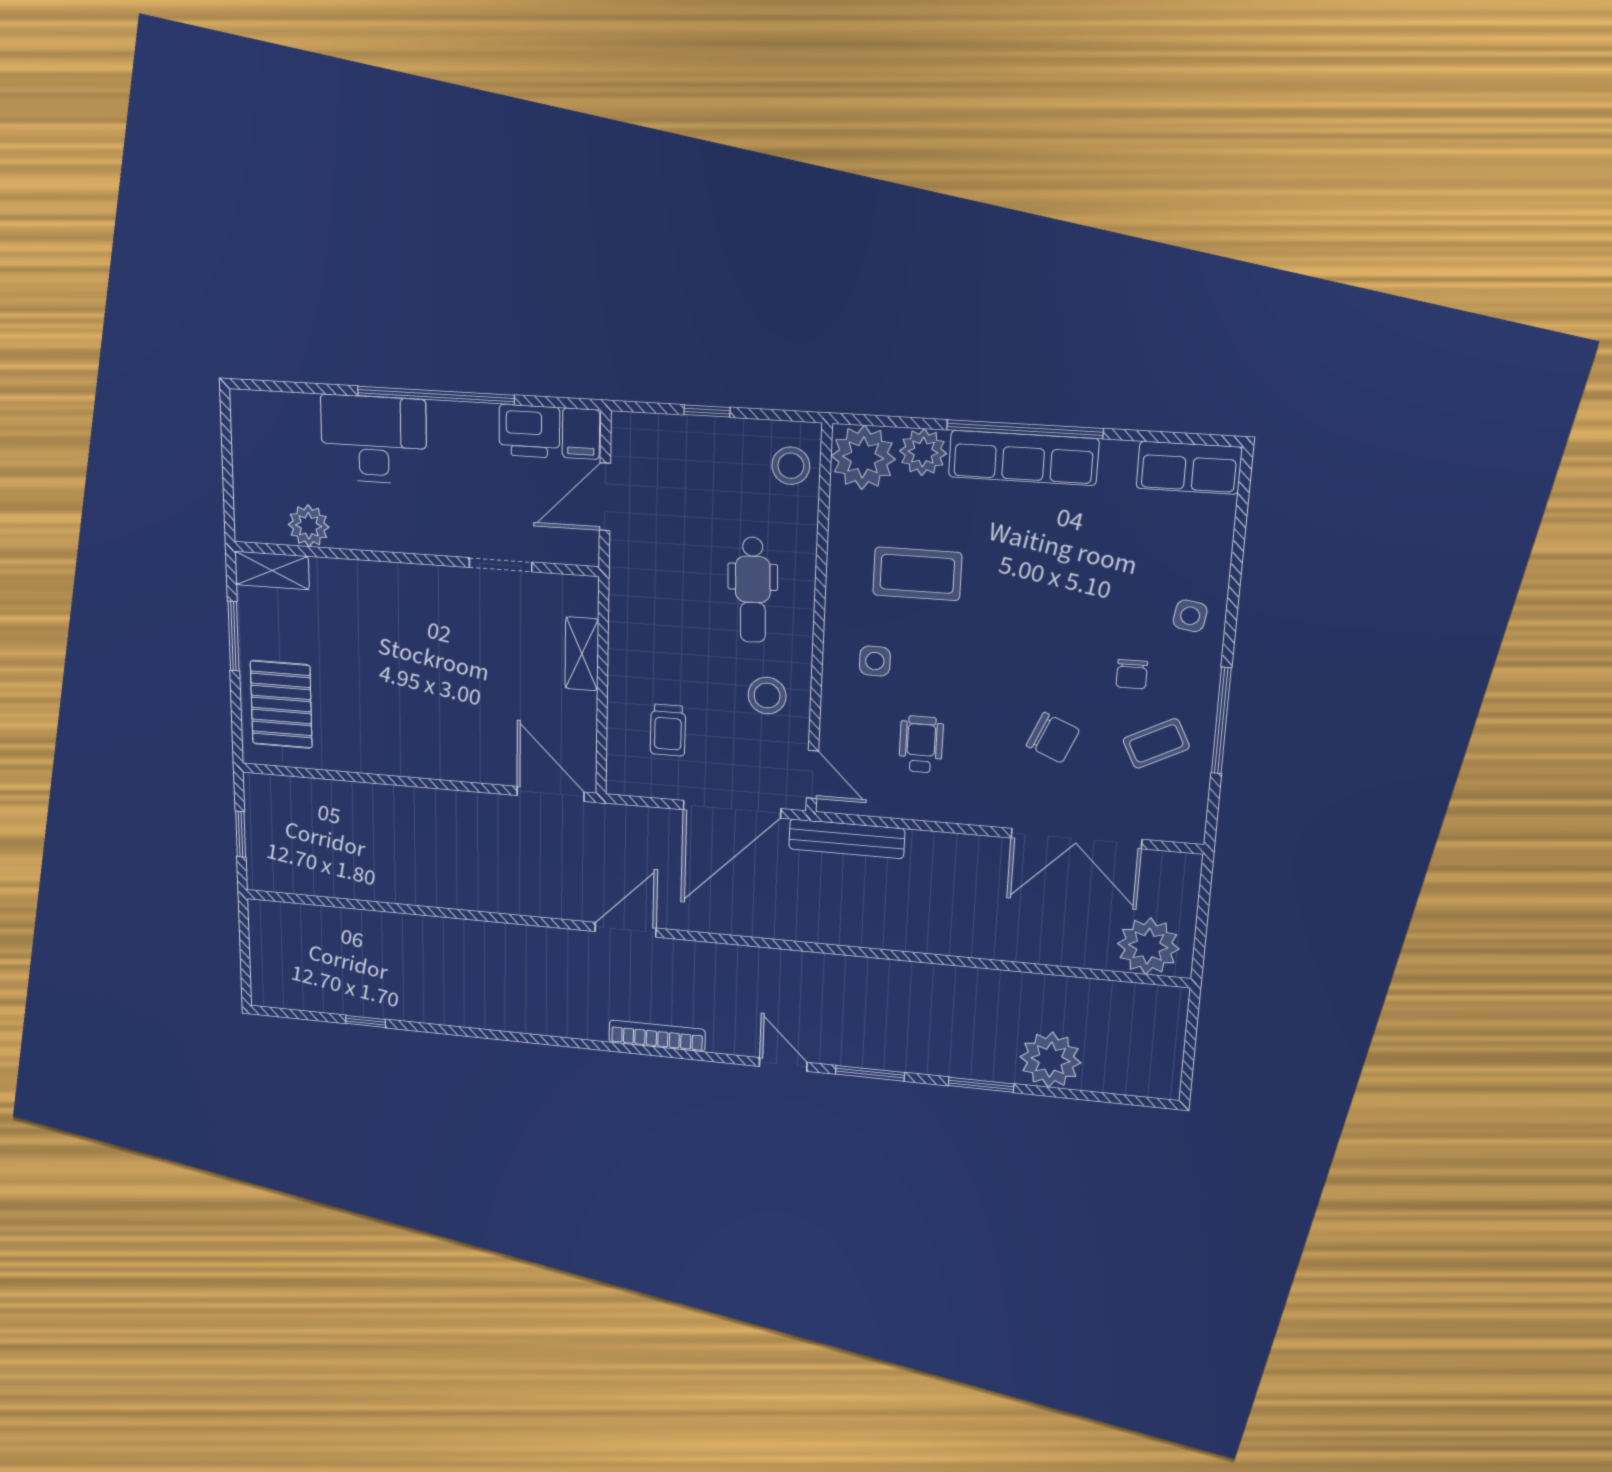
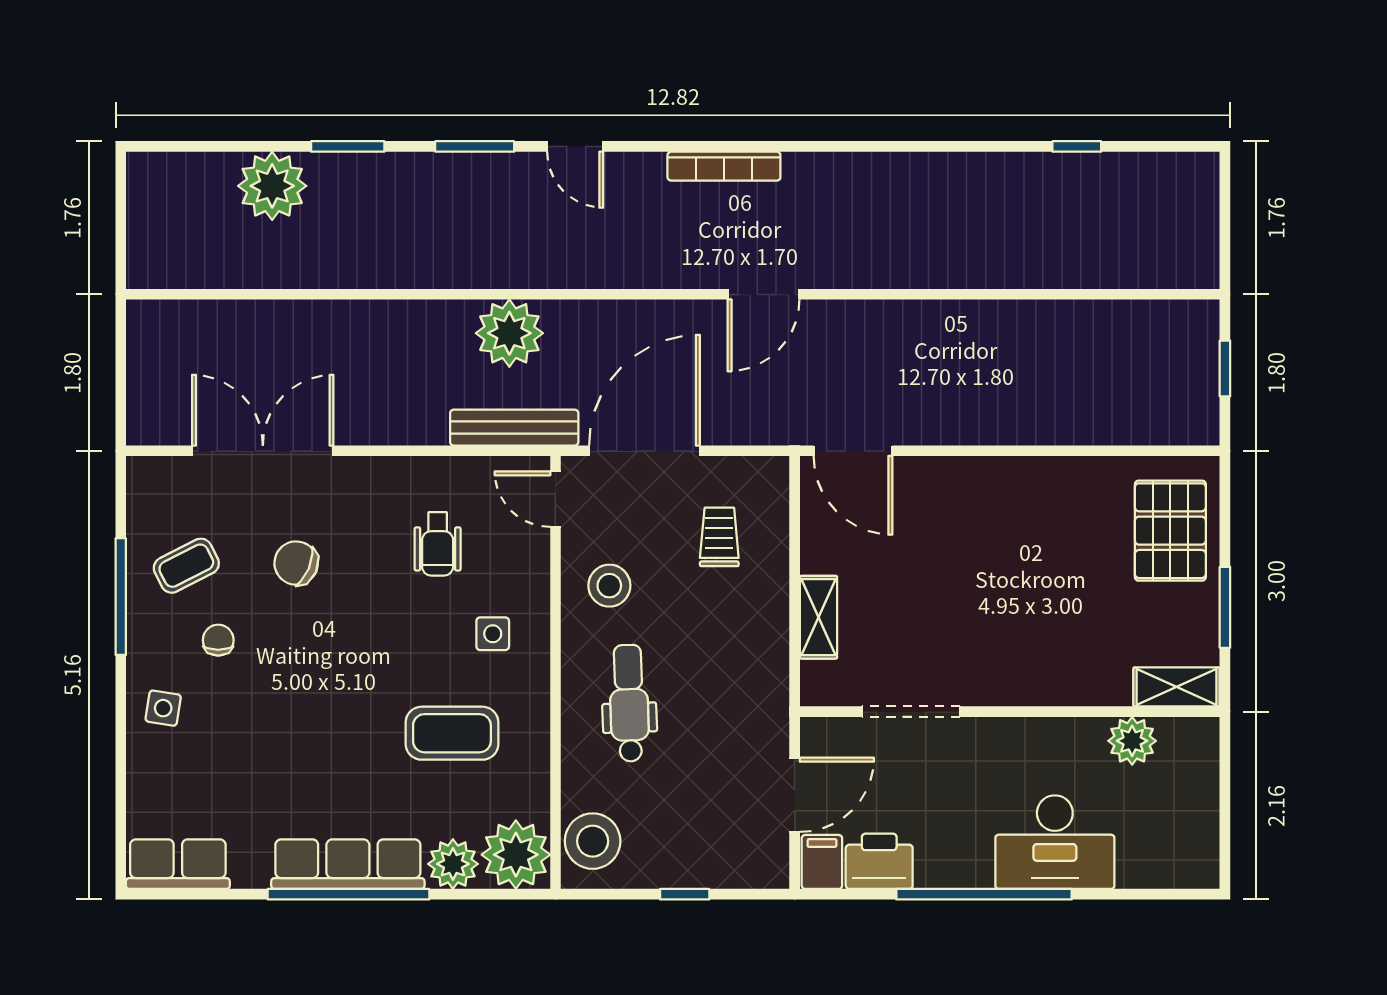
stool: (791, 466) -> (593, 841), width x1.38, depth x1.38
doorway: (501, 565) -> (911, 712), width x1.38
plant: (1148, 946) -> (509, 333), moved

